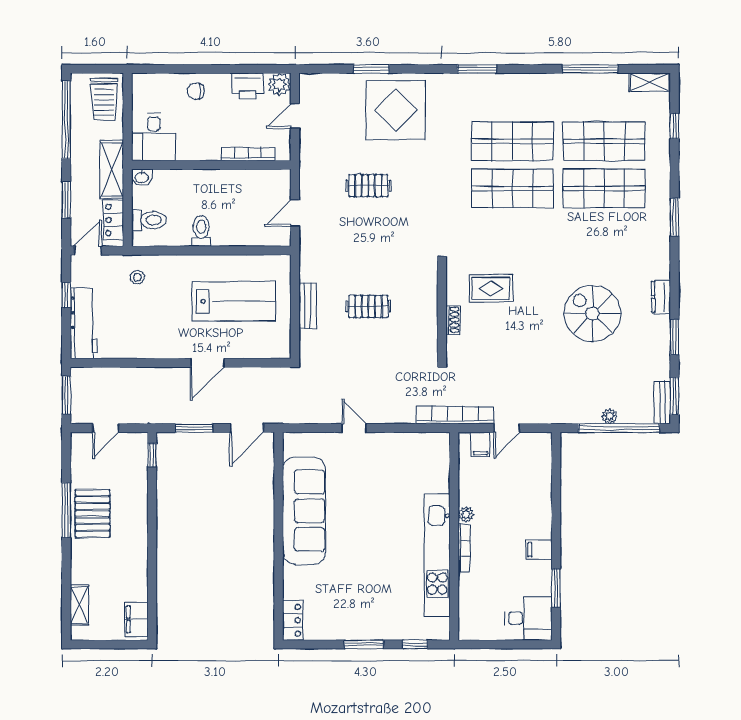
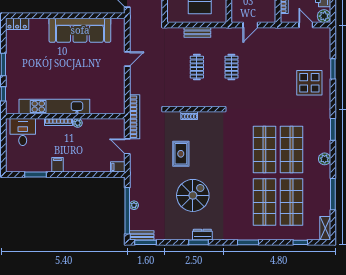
plant: (529, 83) -> (325, 159), added
display table: (396, 110) -> (309, 83), width x0.73, depth x0.73
clothes rail: (368, 186) -> (231, 67), moved
door: (295, 213) -> (250, 25), swing flipped
rug: (491, 288) -> (181, 154), moved
window: (674, 337) -> (199, 242), moved
filing cabinet: (480, 445) -> (118, 167), moved
desk: (528, 618) -> (23, 132), moved, turned 180

